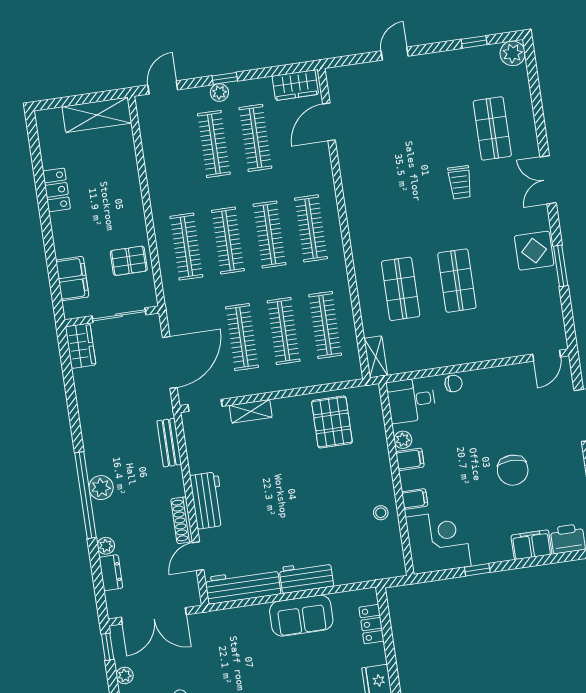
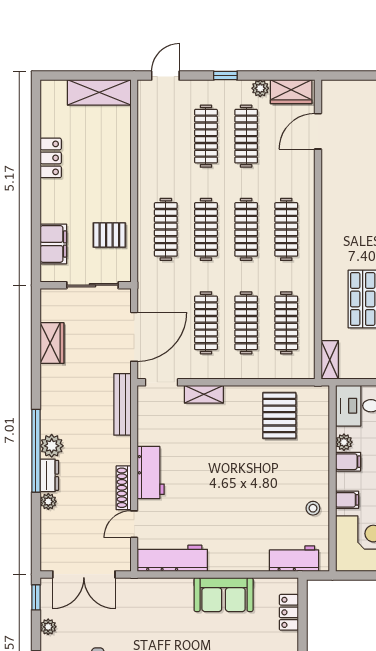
plant: (219, 93) -> (260, 88), moved
wardrobe: (81, 346) -> (52, 343), moved
bench: (169, 443) -> (122, 404), width x1.36
dresser: (111, 573) -> (49, 475), moved
workbench: (306, 577) -> (294, 559), moved

